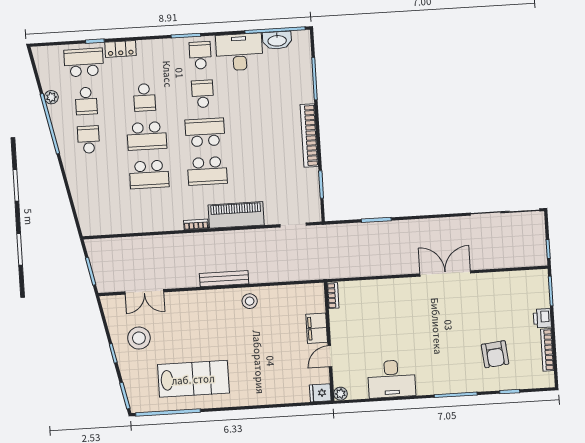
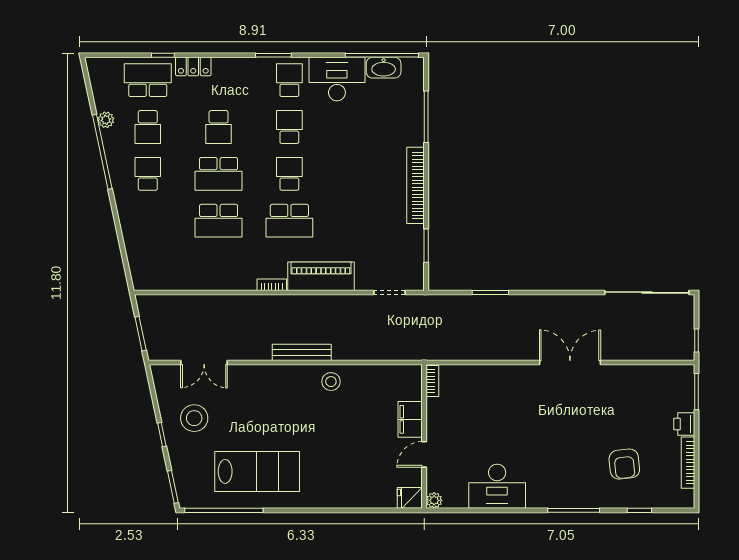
school desk: (205, 132) -> (289, 174), width x0.54

